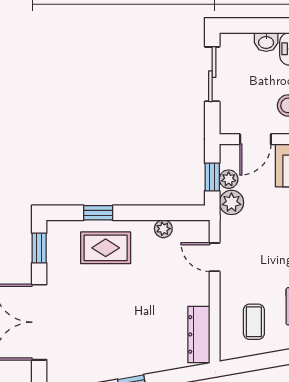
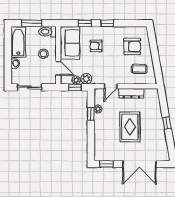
window: (98, 213) -> (91, 114), moved
rug: (106, 248) -> (130, 127), moved, width x1.36, depth x1.43
dresser: (199, 334) -> (131, 93), moved

